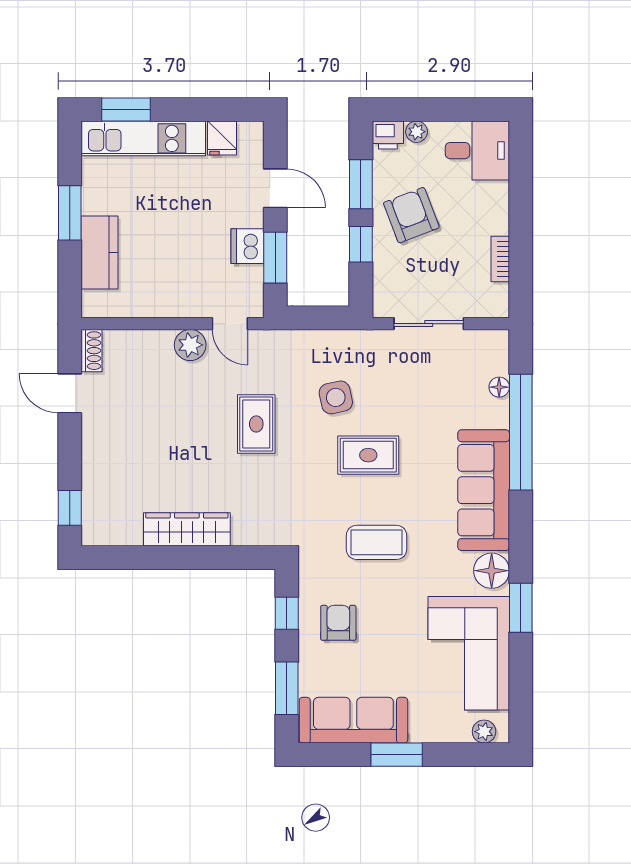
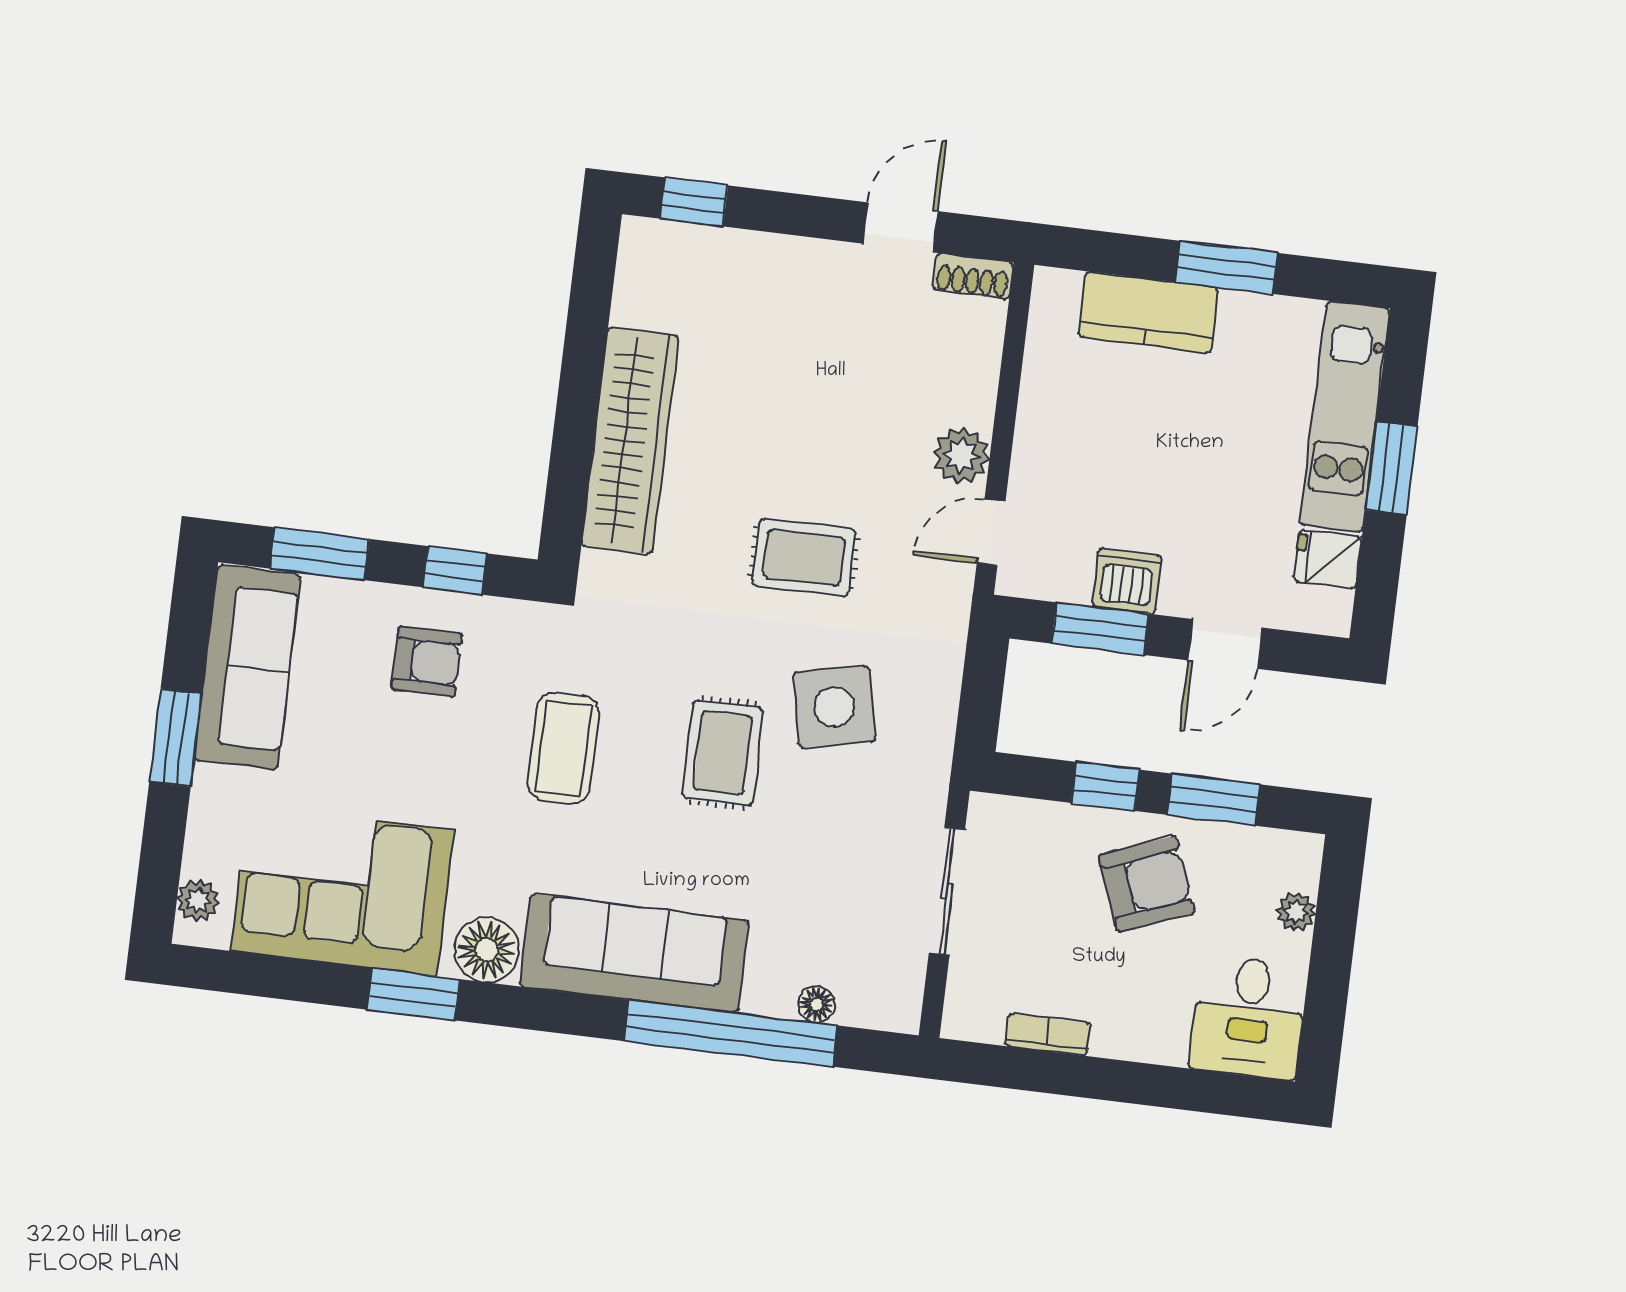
window: (126, 109) -> (1391, 468), moved
printer: (388, 135) -> (1296, 859), removed
side table: (336, 397) -> (834, 707), width x1.37, depth x1.37
wardrobe: (187, 529) -> (630, 441), width x1.40, depth x1.17

